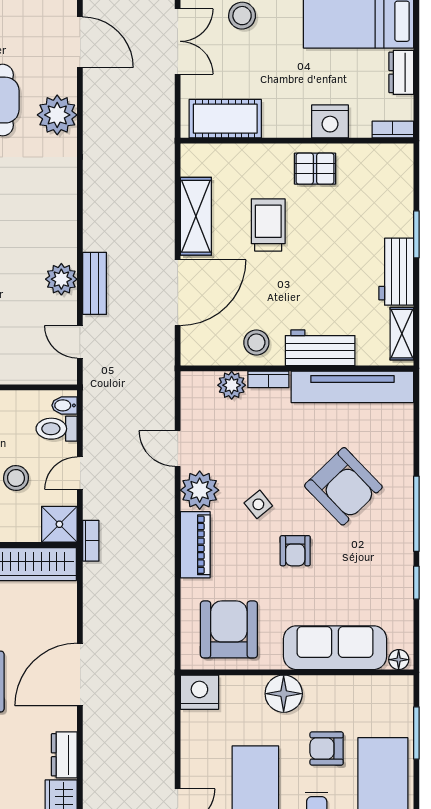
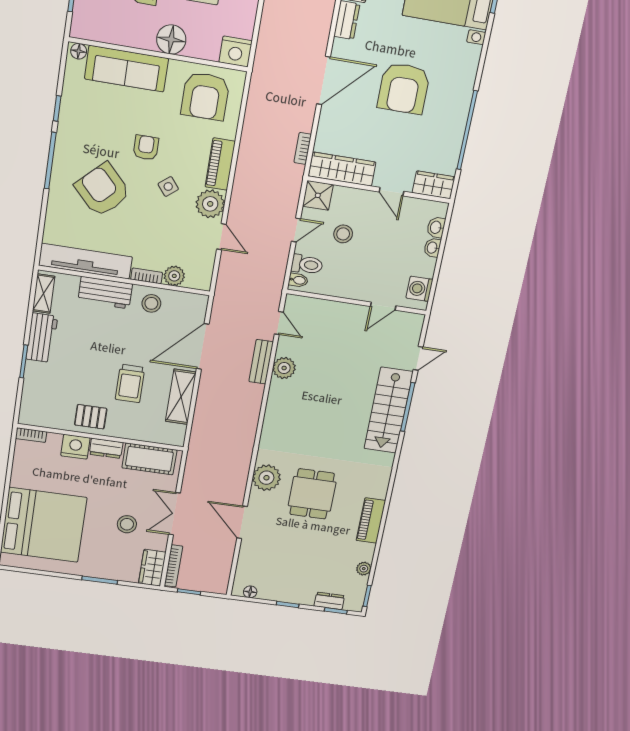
dresser: (401, 72) -> (106, 448), moved, turned 90
bookcase: (91, 541) -> (303, 148), moved

